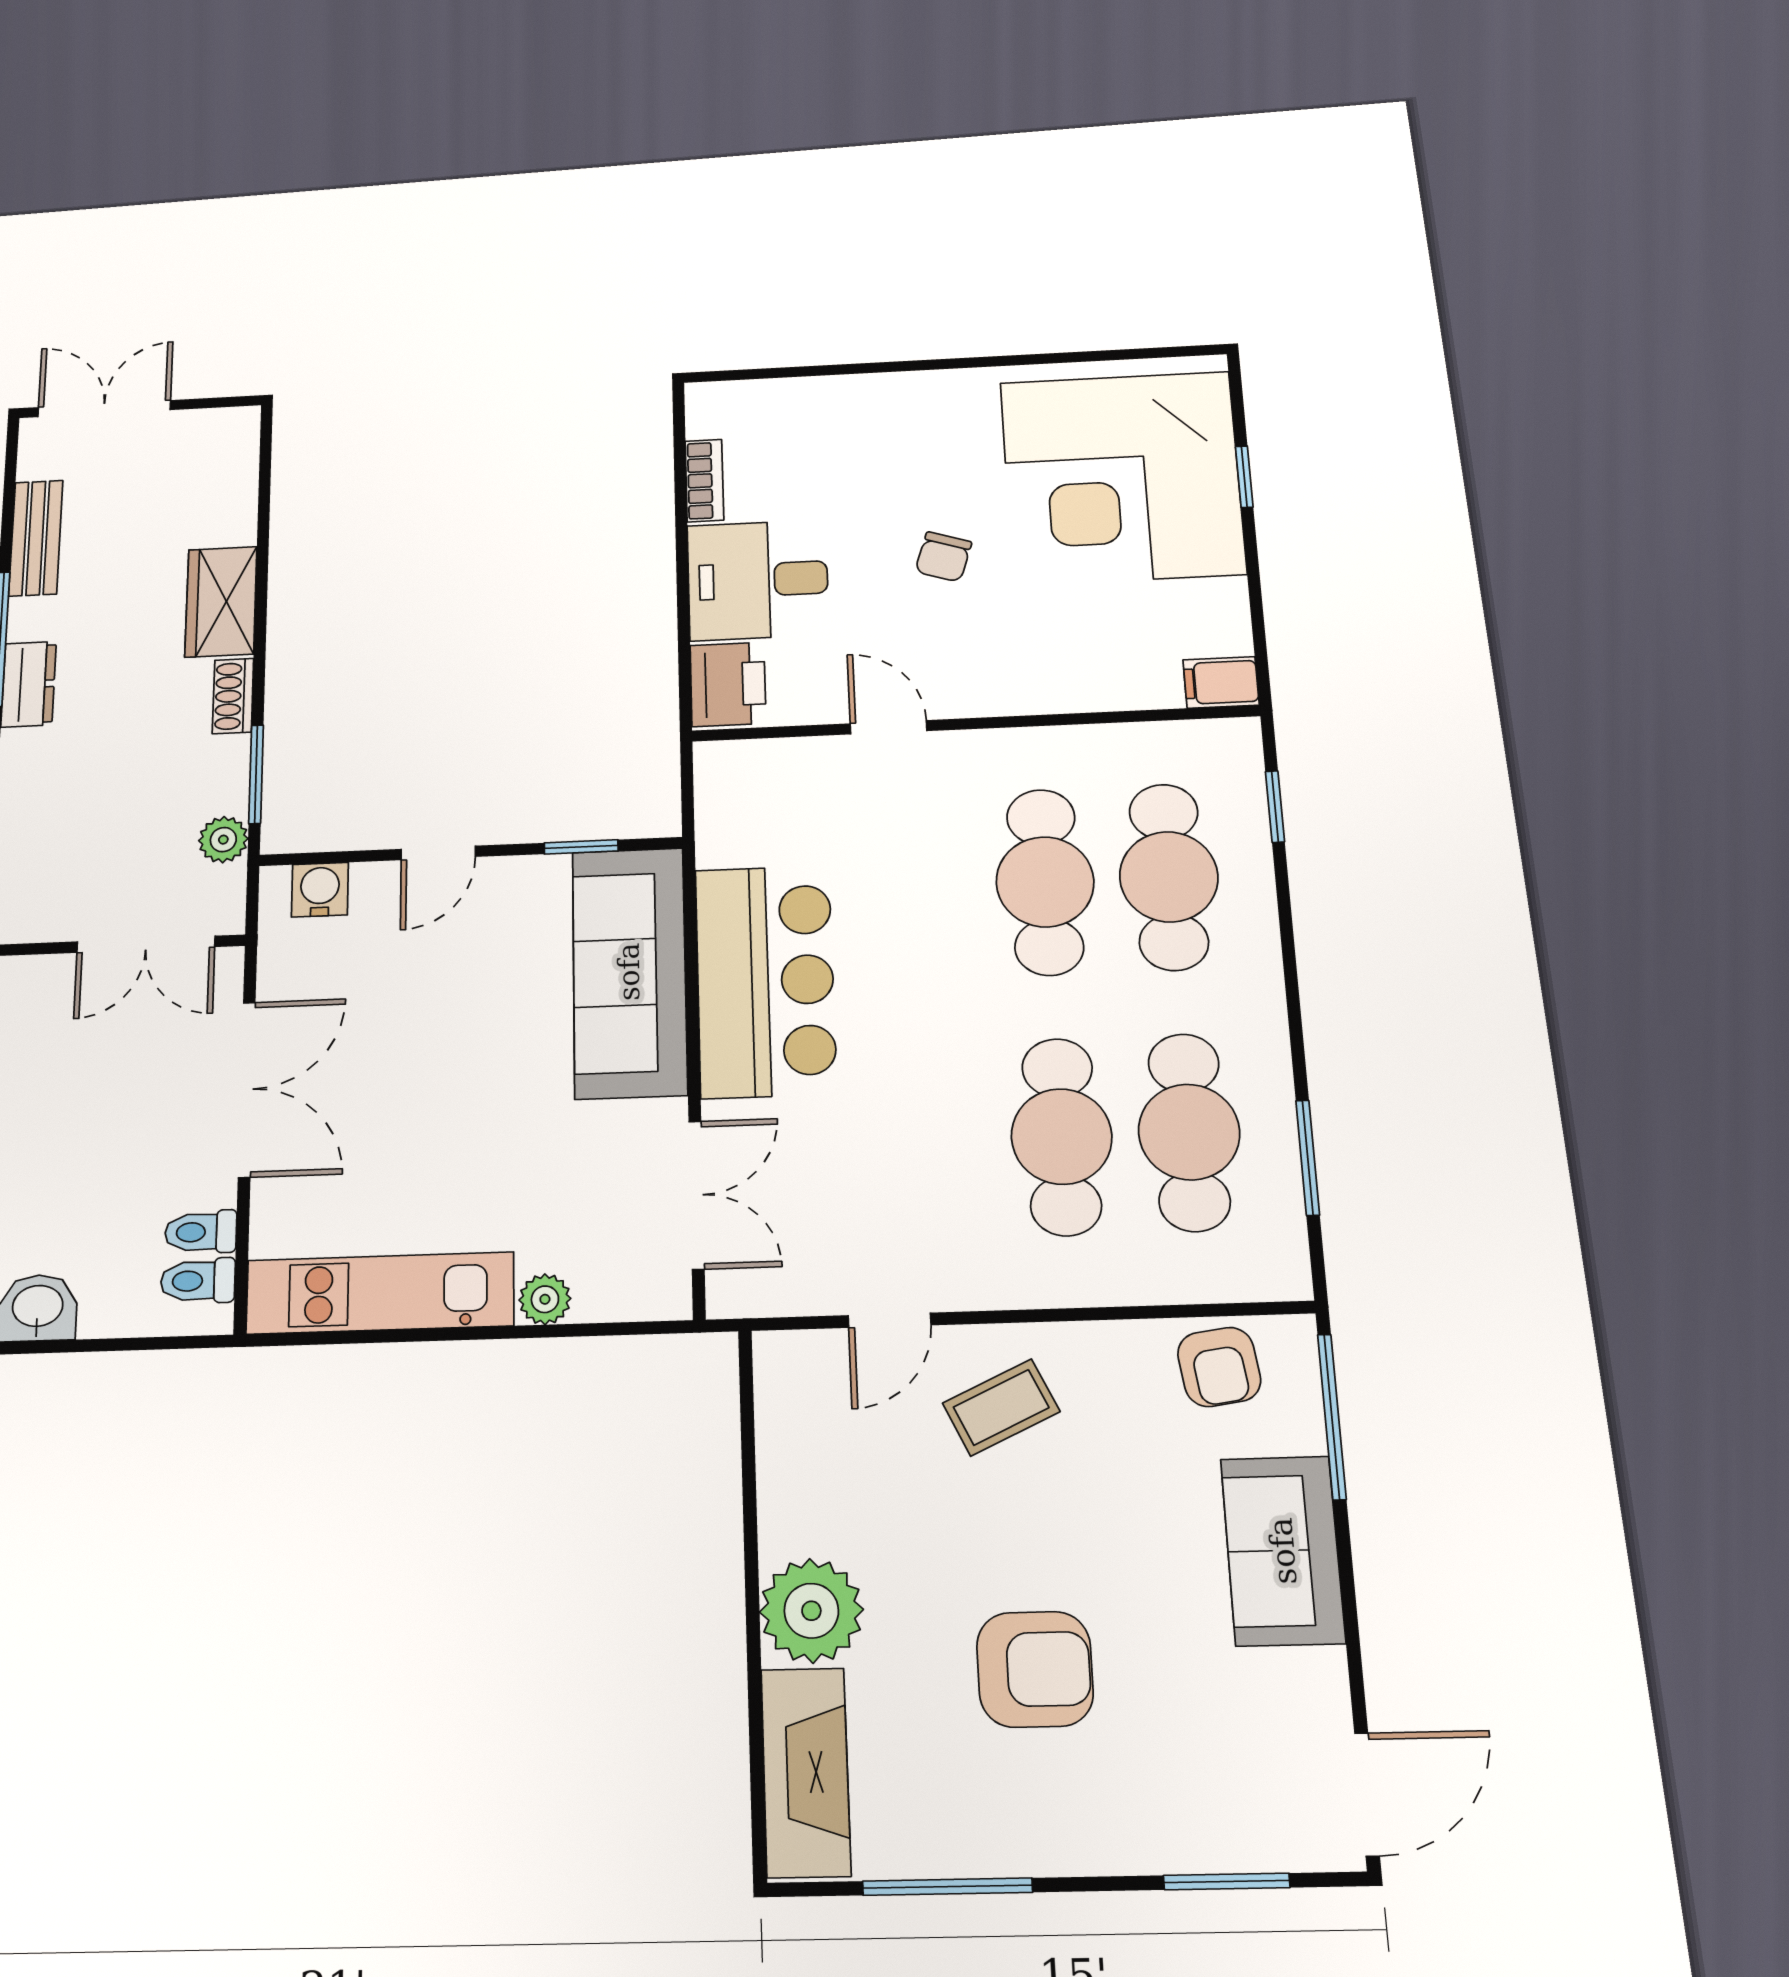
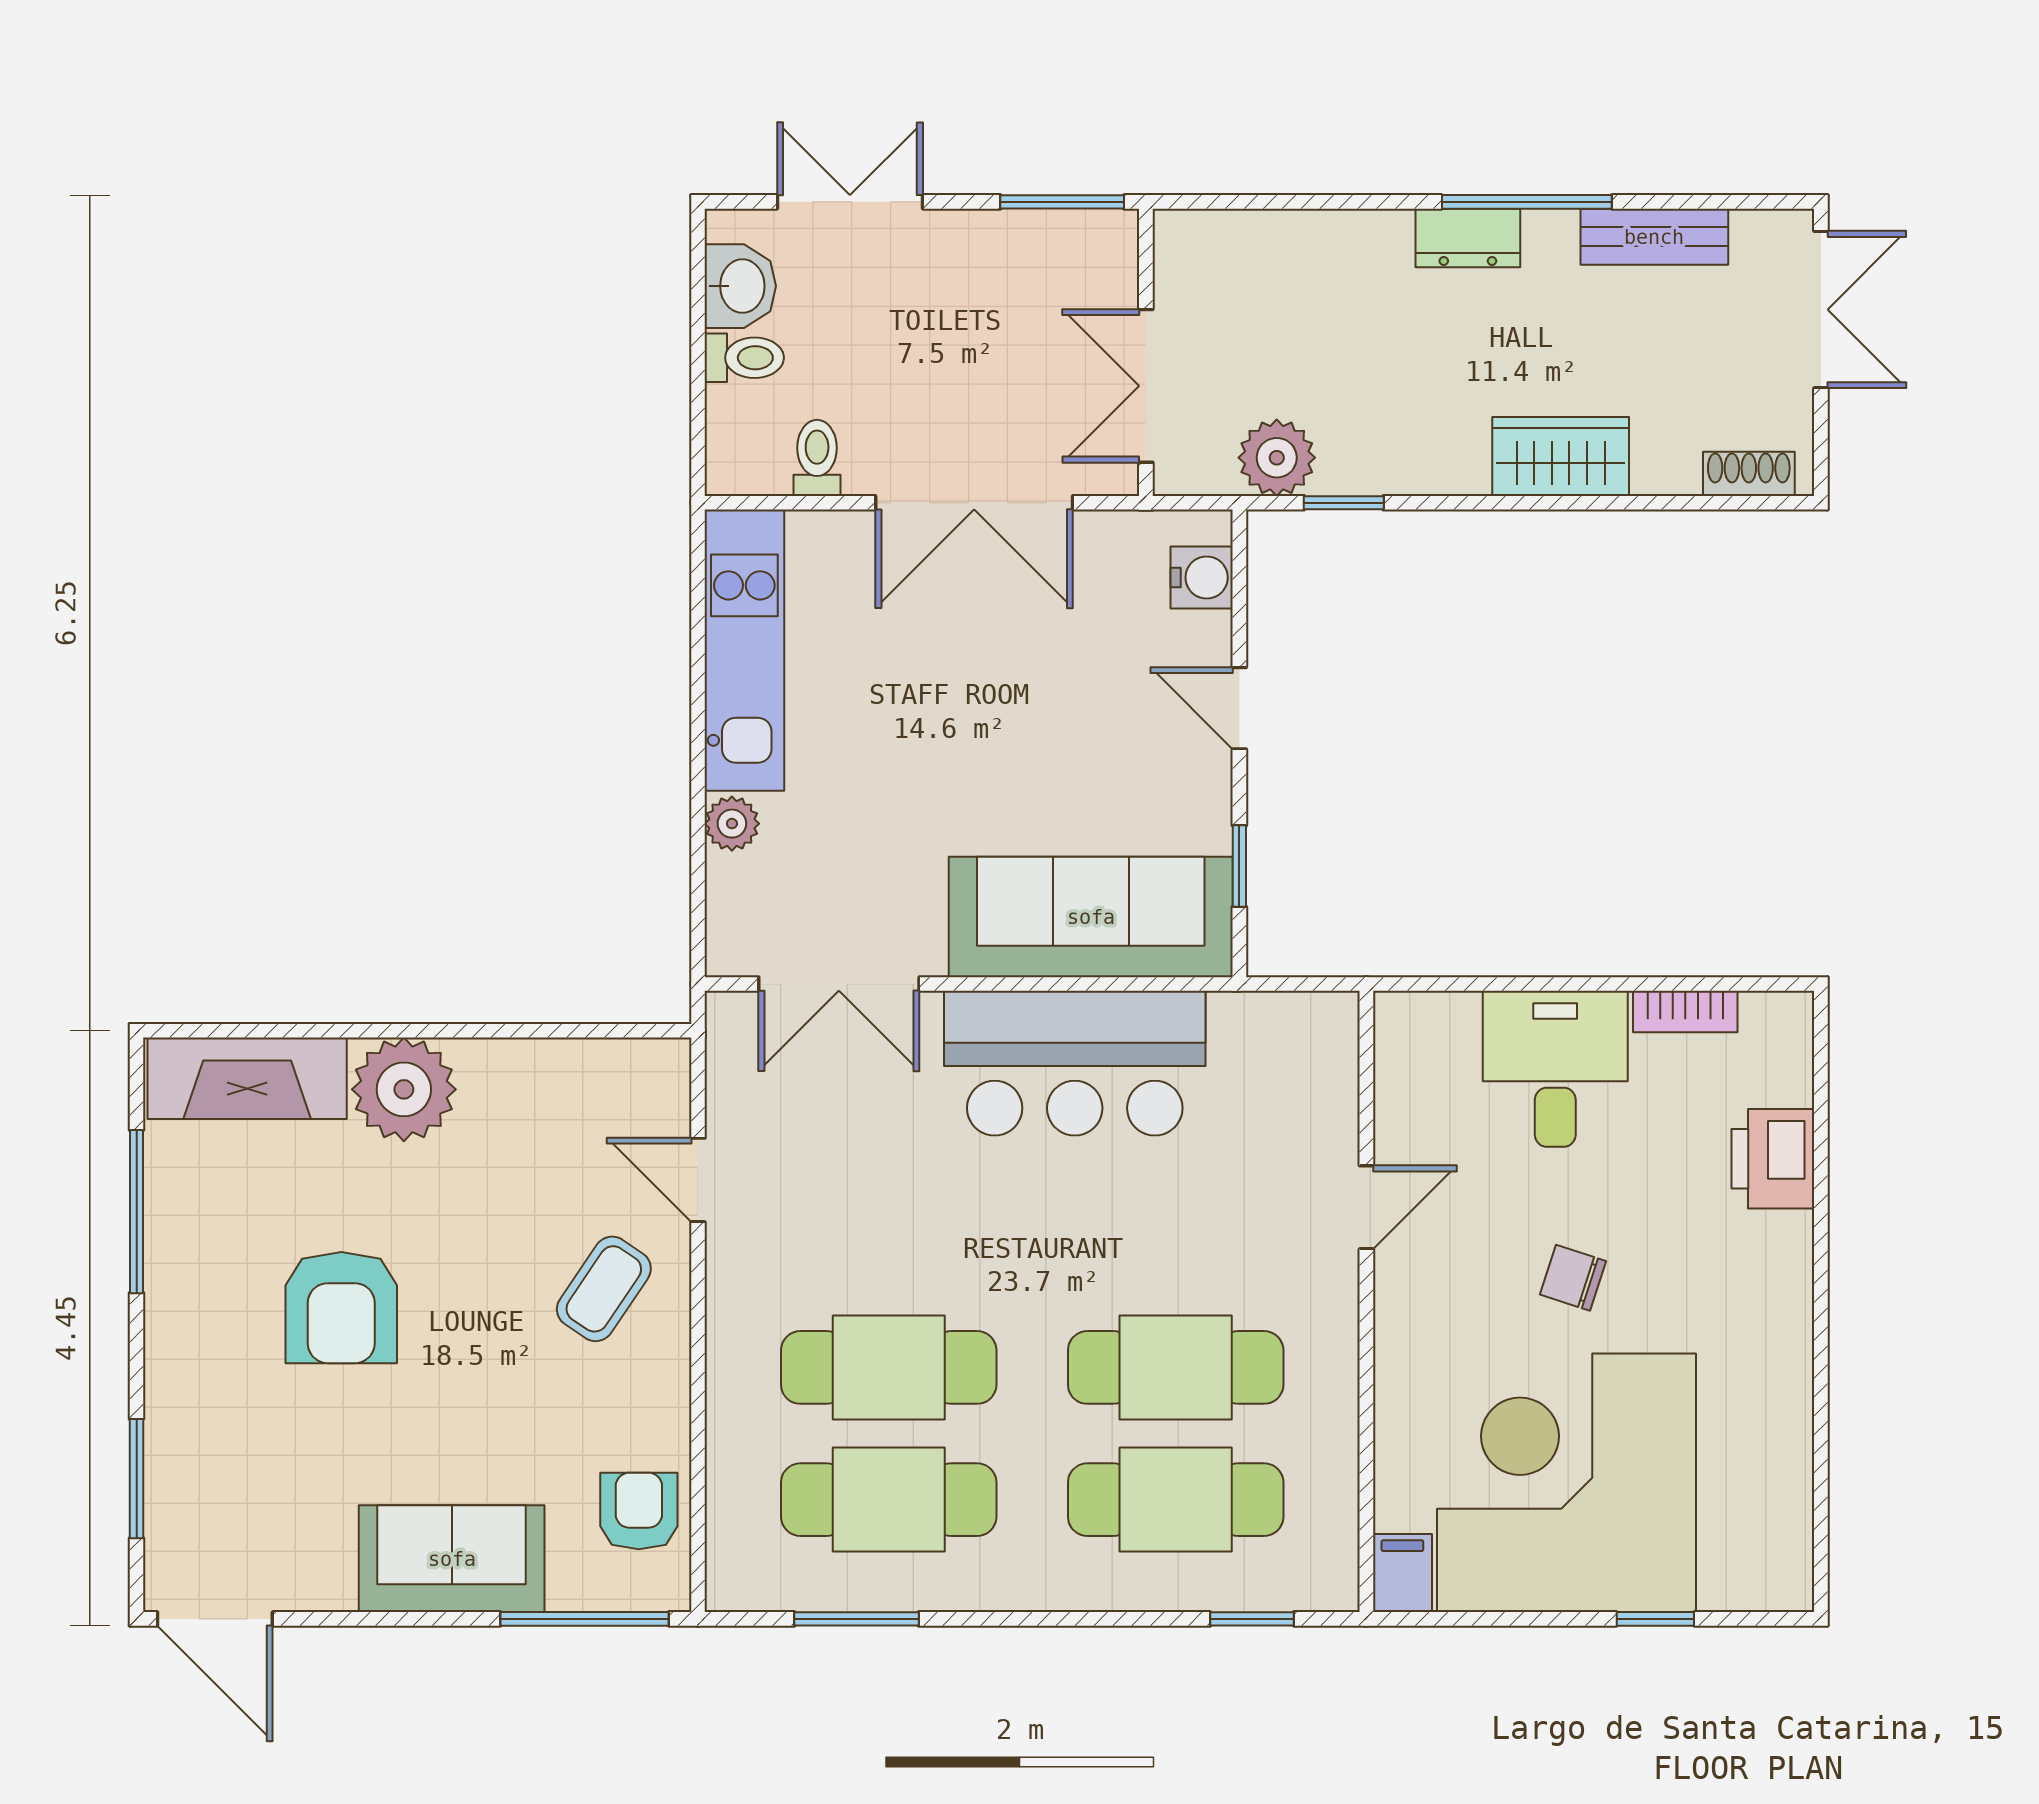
corner desk: (1122, 478) -> (1567, 1483), moved
printer: (728, 684) -> (1773, 1159), moved, turned 90
shoe rack: (233, 696) -> (1749, 474), moved
window: (256, 774) -> (1344, 503), width x0.67
plant: (223, 840) -> (1277, 458), width x1.38, depth x1.38
toilet: (198, 1281) -> (744, 358), moved, turned 90
armchair: (1219, 1367) -> (639, 1511), turned 98
coffee table: (1001, 1407) -> (604, 1289), turned 59

